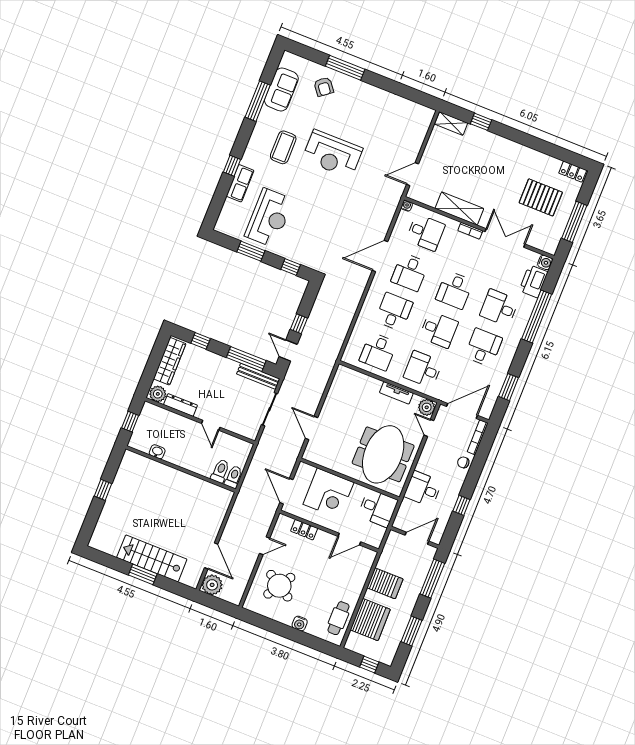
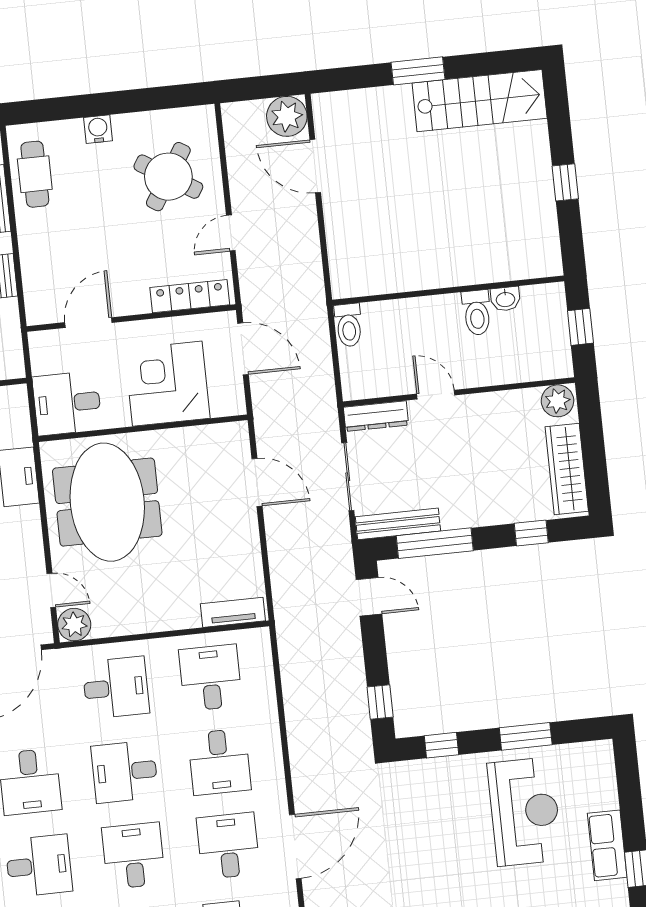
reception desk: (269, 218) -> (525, 812), turned 180
window: (299, 324) -> (380, 702), moved
tv unit: (396, 393) -> (233, 612), moved
dresser: (181, 405) -> (376, 416), moved
toilet: (220, 471) -> (477, 313), moved
locker: (304, 530) -> (190, 296), width x1.53
stairs: (152, 558) -> (480, 101), moved

